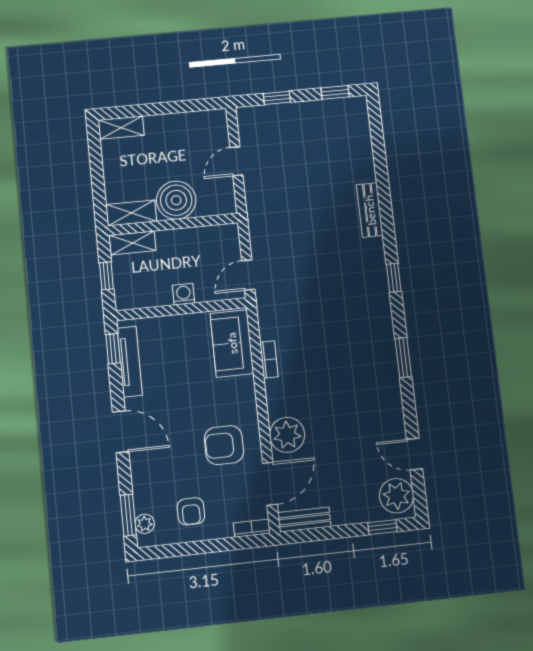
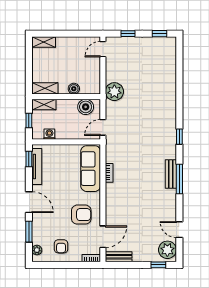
door: (236, 161) -> (103, 49), moved
boiler: (176, 200) -> (74, 89), width x0.54, depth x0.54
bench: (370, 210) -> (171, 174), moved
boiler: (212, 240) -> (86, 107), added
washing machine: (183, 294) -> (49, 134), moved
sofa: (232, 343) -> (91, 169), width x1.36
window: (403, 357) -> (179, 179), width x1.44
plant: (287, 435) -> (114, 92), moved
armchair: (224, 445) -> (81, 215), turned 180
window: (128, 515) -> (29, 232), moved

